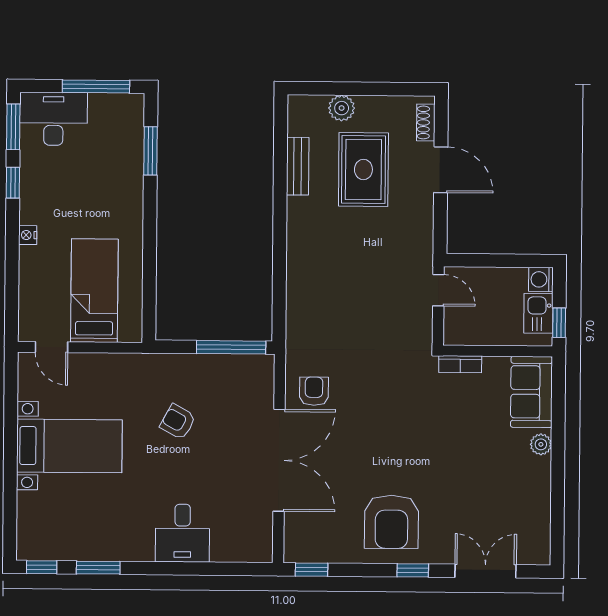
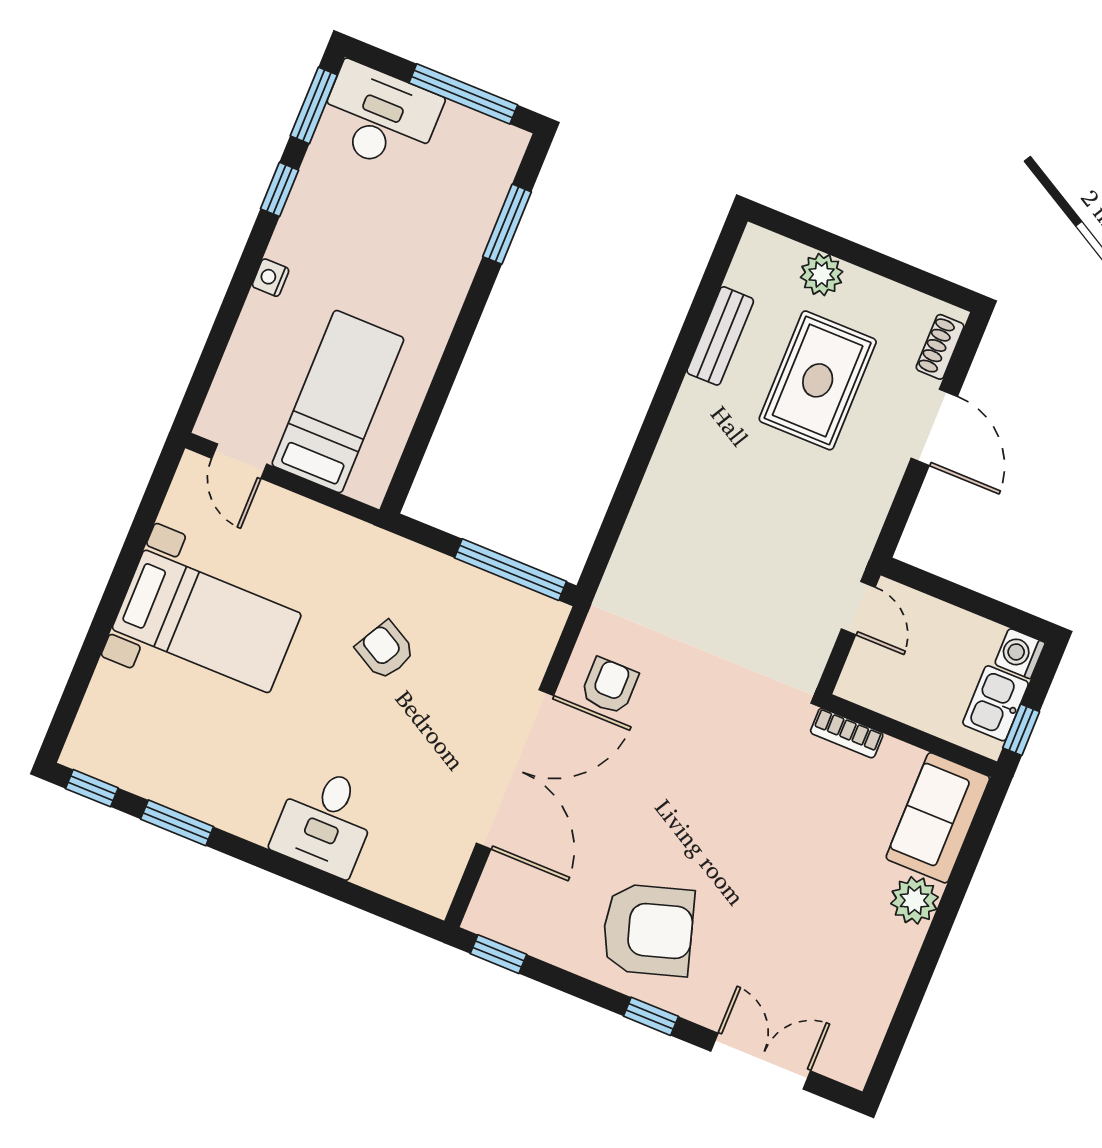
plant: (541, 444) -> (914, 900), width x1.38, depth x1.38
armchair: (391, 522) -> (648, 930), turned -107

